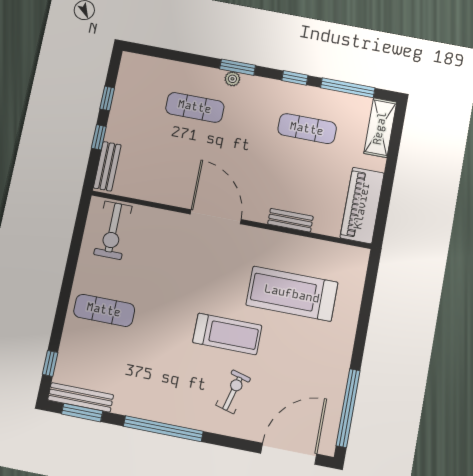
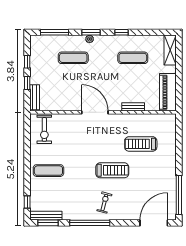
window: (348, 88) -> (54, 32), moved
treadmill: (292, 294) -> (141, 144), width x0.73, depth x0.73
exercise bike: (233, 392) -> (104, 203), moved

